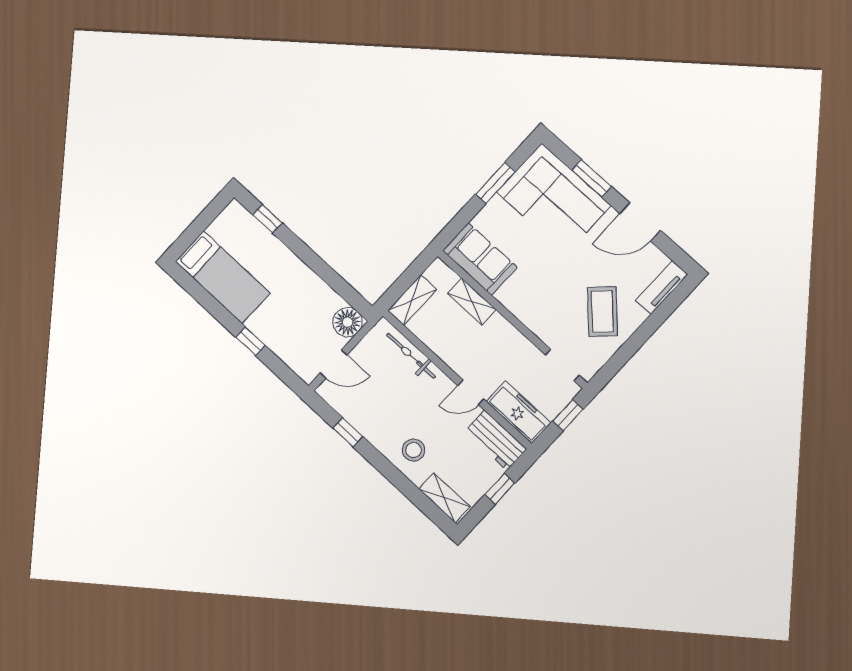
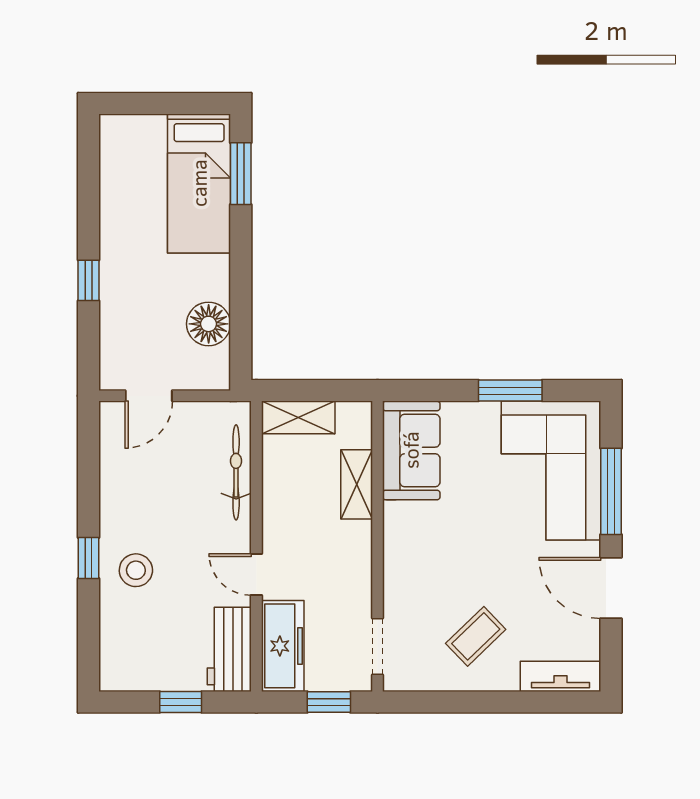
window: (592, 178) -> (611, 491), width x1.44
window: (267, 219) -> (241, 174), width x1.50
bed: (223, 277) -> (199, 183), moved
coffee table: (602, 312) -> (476, 636), width x0.73, depth x0.77
floor lamp: (348, 322) -> (209, 324), moved
door: (334, 364) -> (149, 396), hinge flipped
window: (348, 432) -> (89, 558), moved
shelving: (444, 498) -> (115, 651), removed

